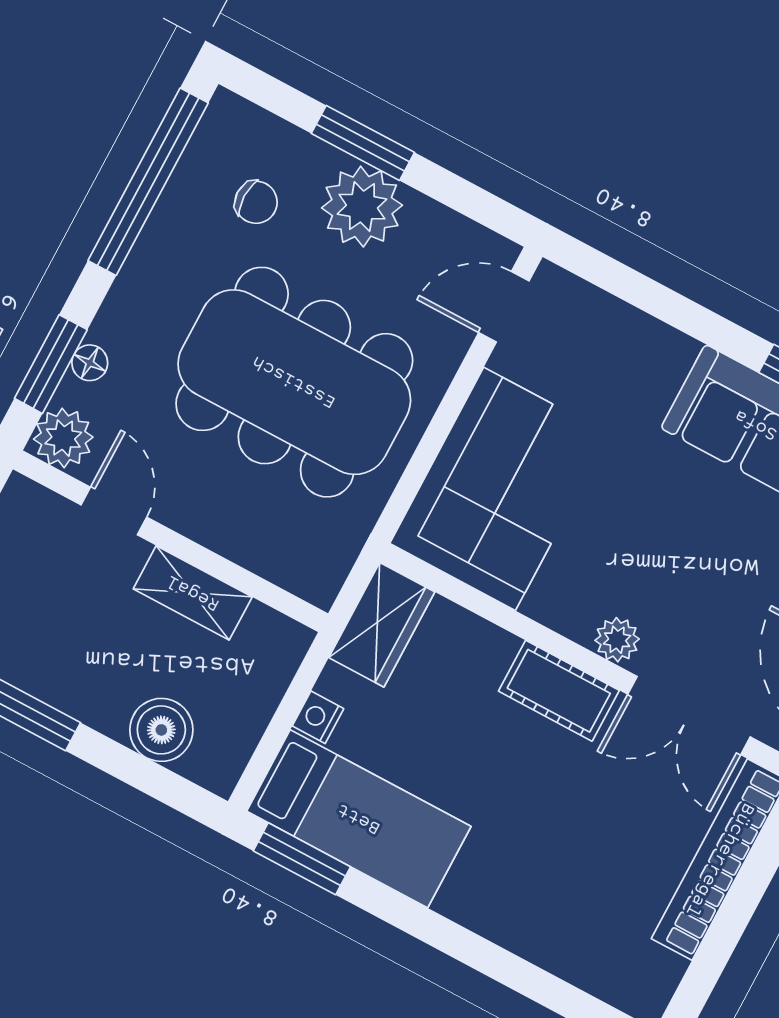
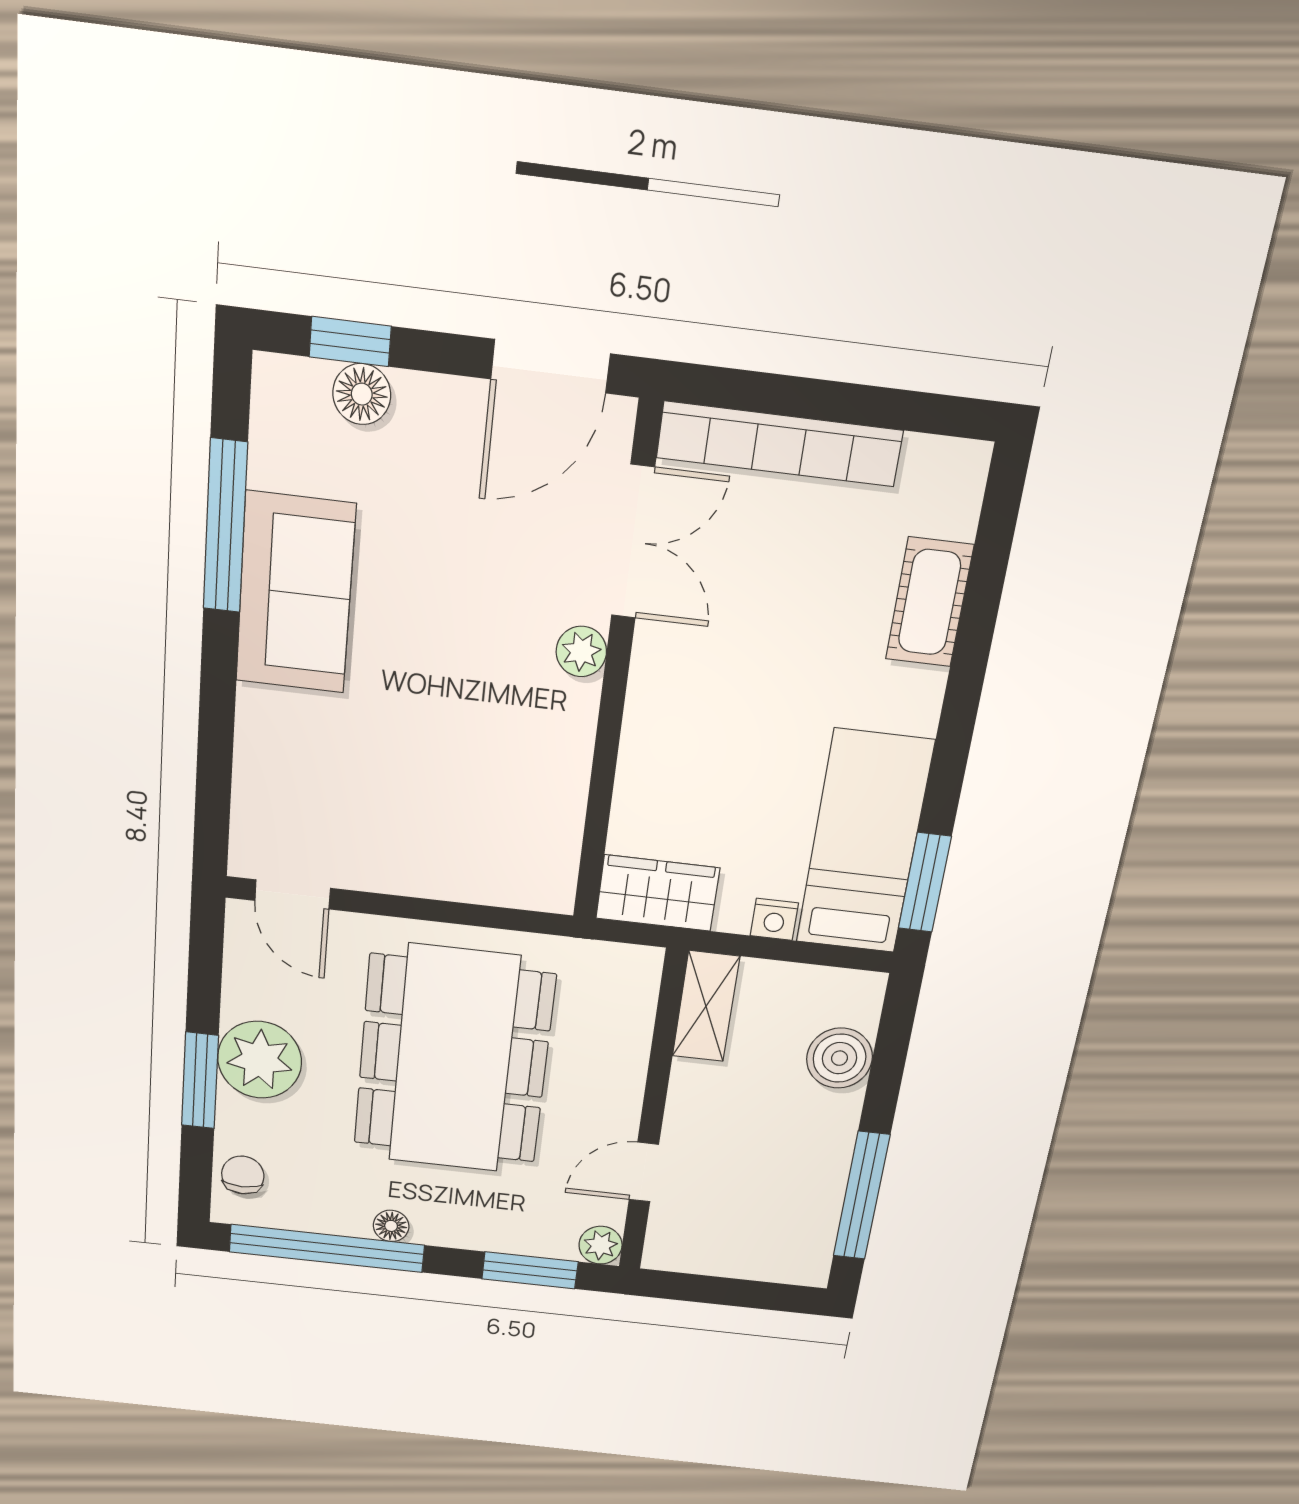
chair: (256, 202) -> (243, 1175), moved
floor lamp: (90, 363) -> (391, 1226), moved
plant: (63, 438) -> (601, 1245), width x0.73, depth x0.73
corner sofa: (500, 489) -> (475, 830), removed
shelving: (193, 593) -> (706, 1006), moved
cot: (559, 691) -> (930, 602), moved

